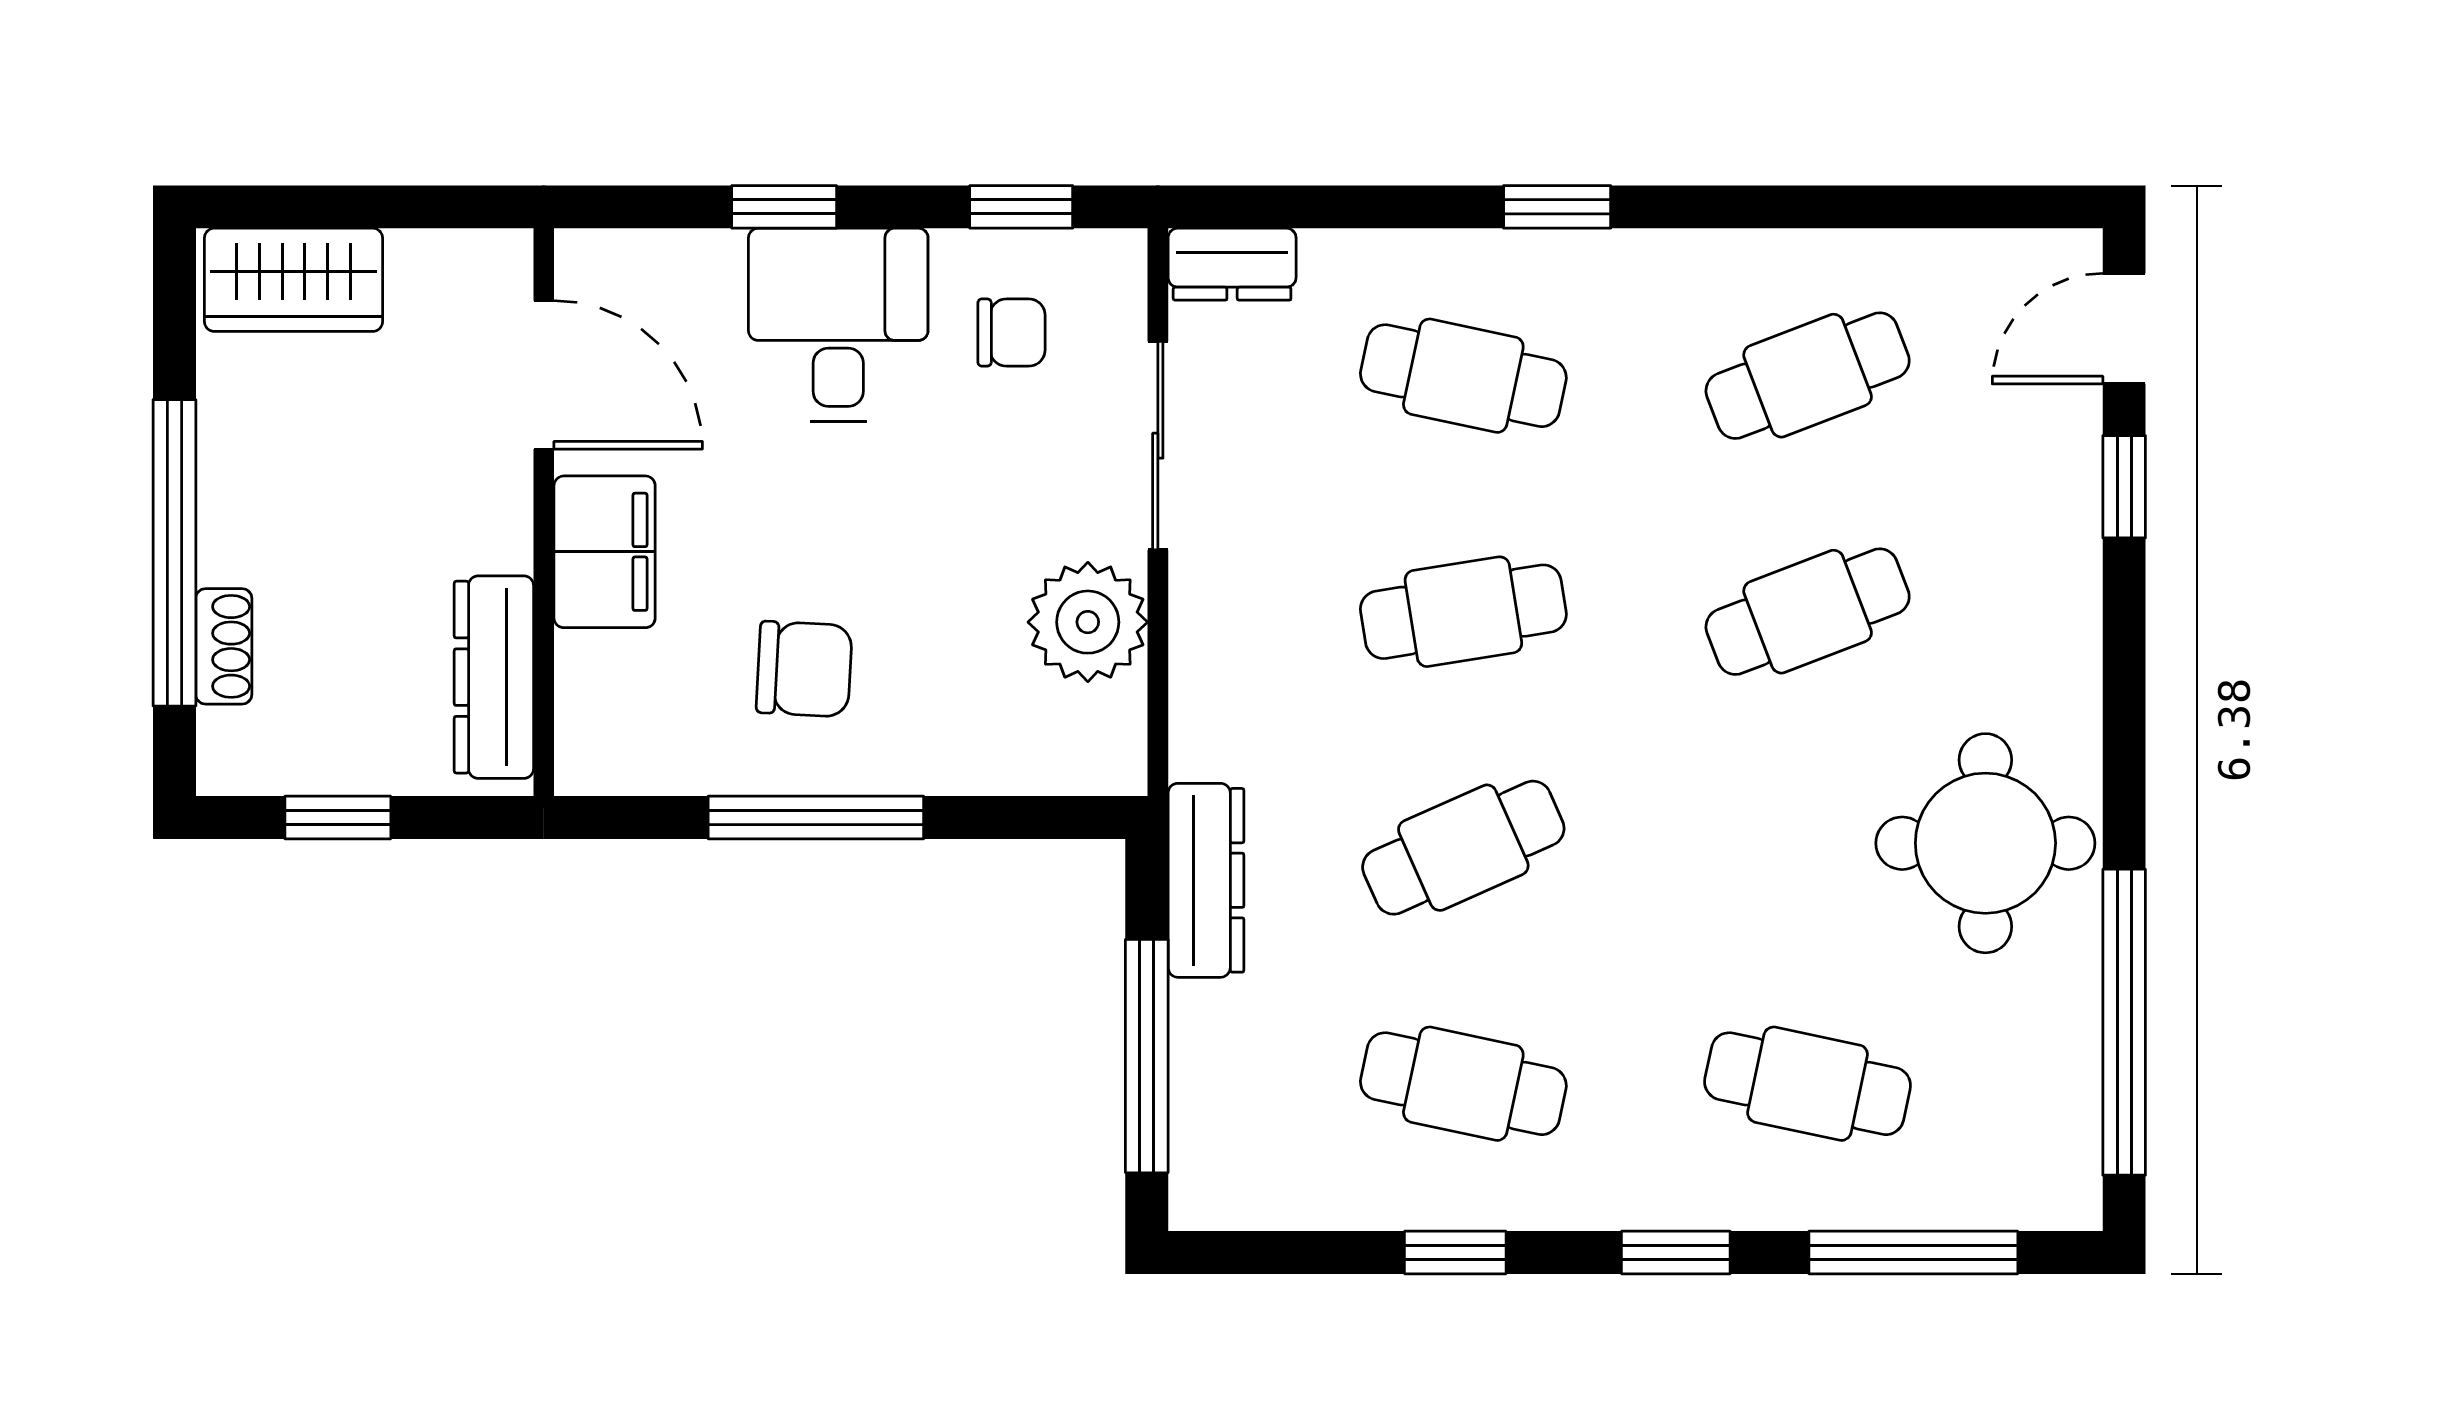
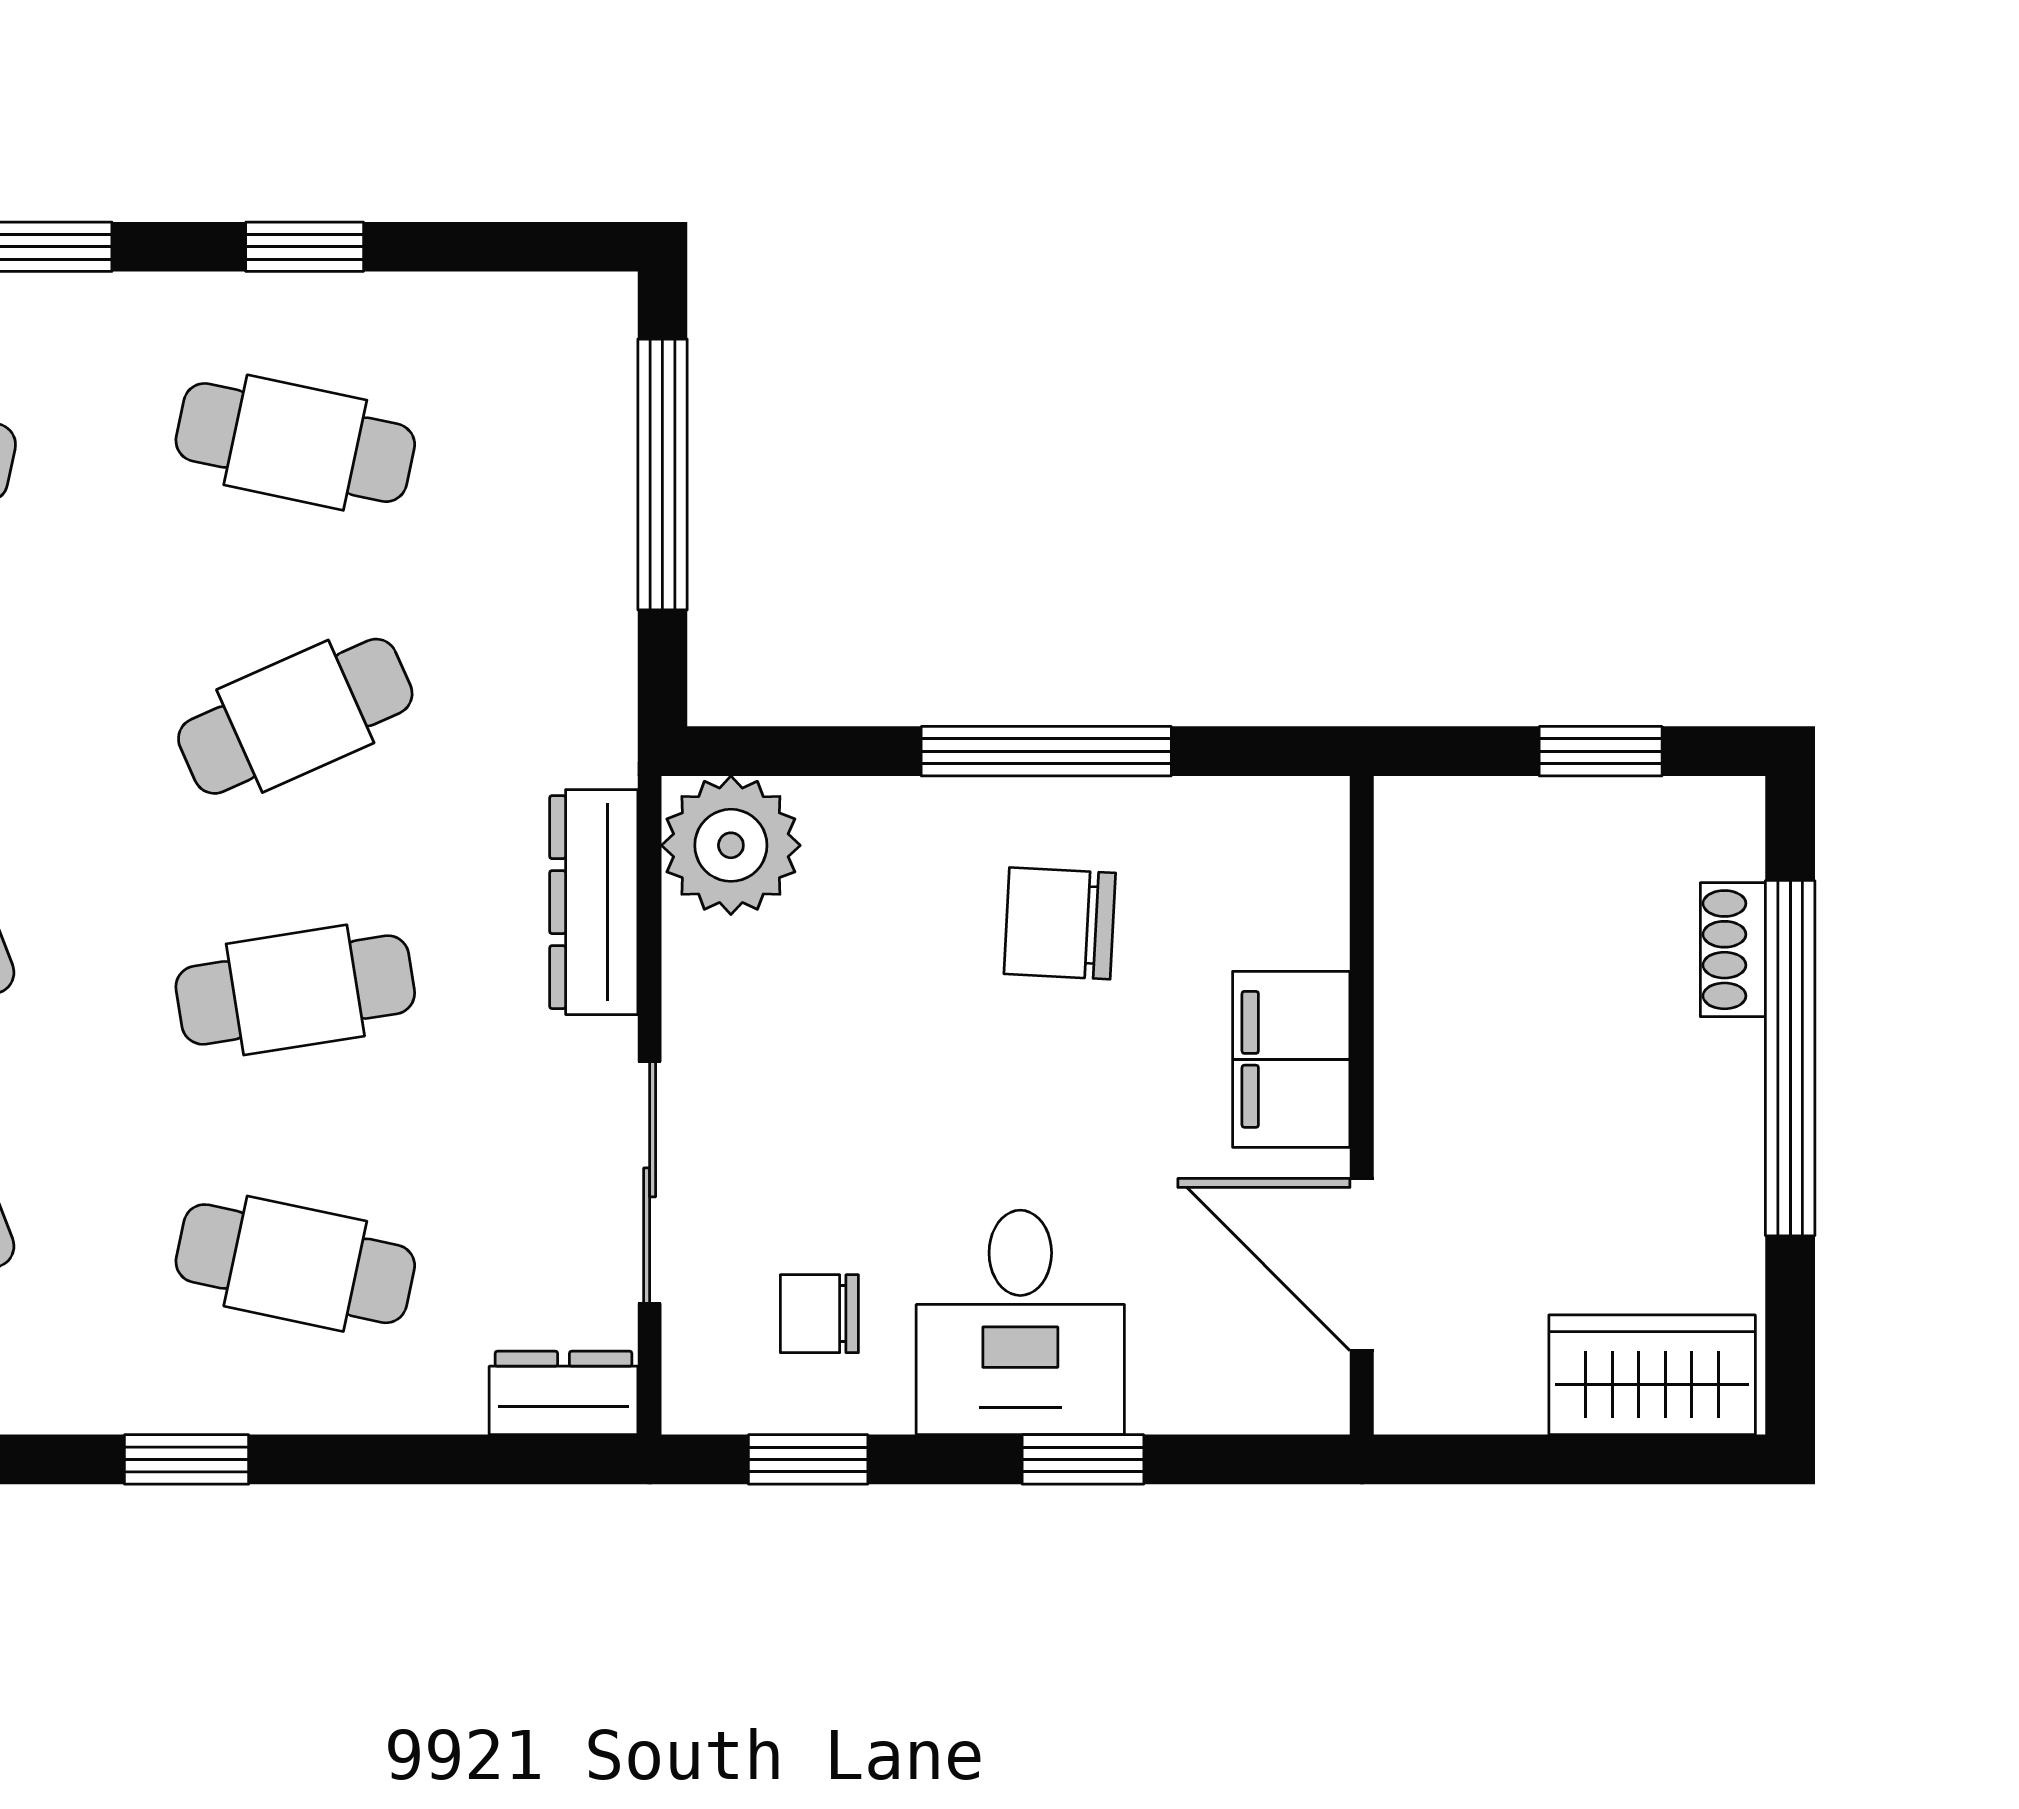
plant: (1088, 622) -> (731, 845), moved
dresser: (494, 677) -> (1420, 914), removed
dresser: (1206, 880) -> (594, 902), moved

